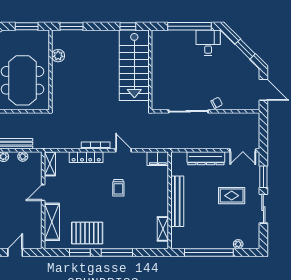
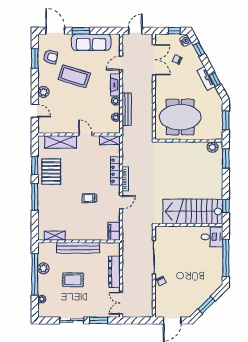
desk: (208, 43) -> (212, 237), moved
plant: (58, 56) -> (212, 147), moved
rug: (232, 196) -> (73, 280), moved, turned 90
plant: (202, 242) -> (43, 268), added

